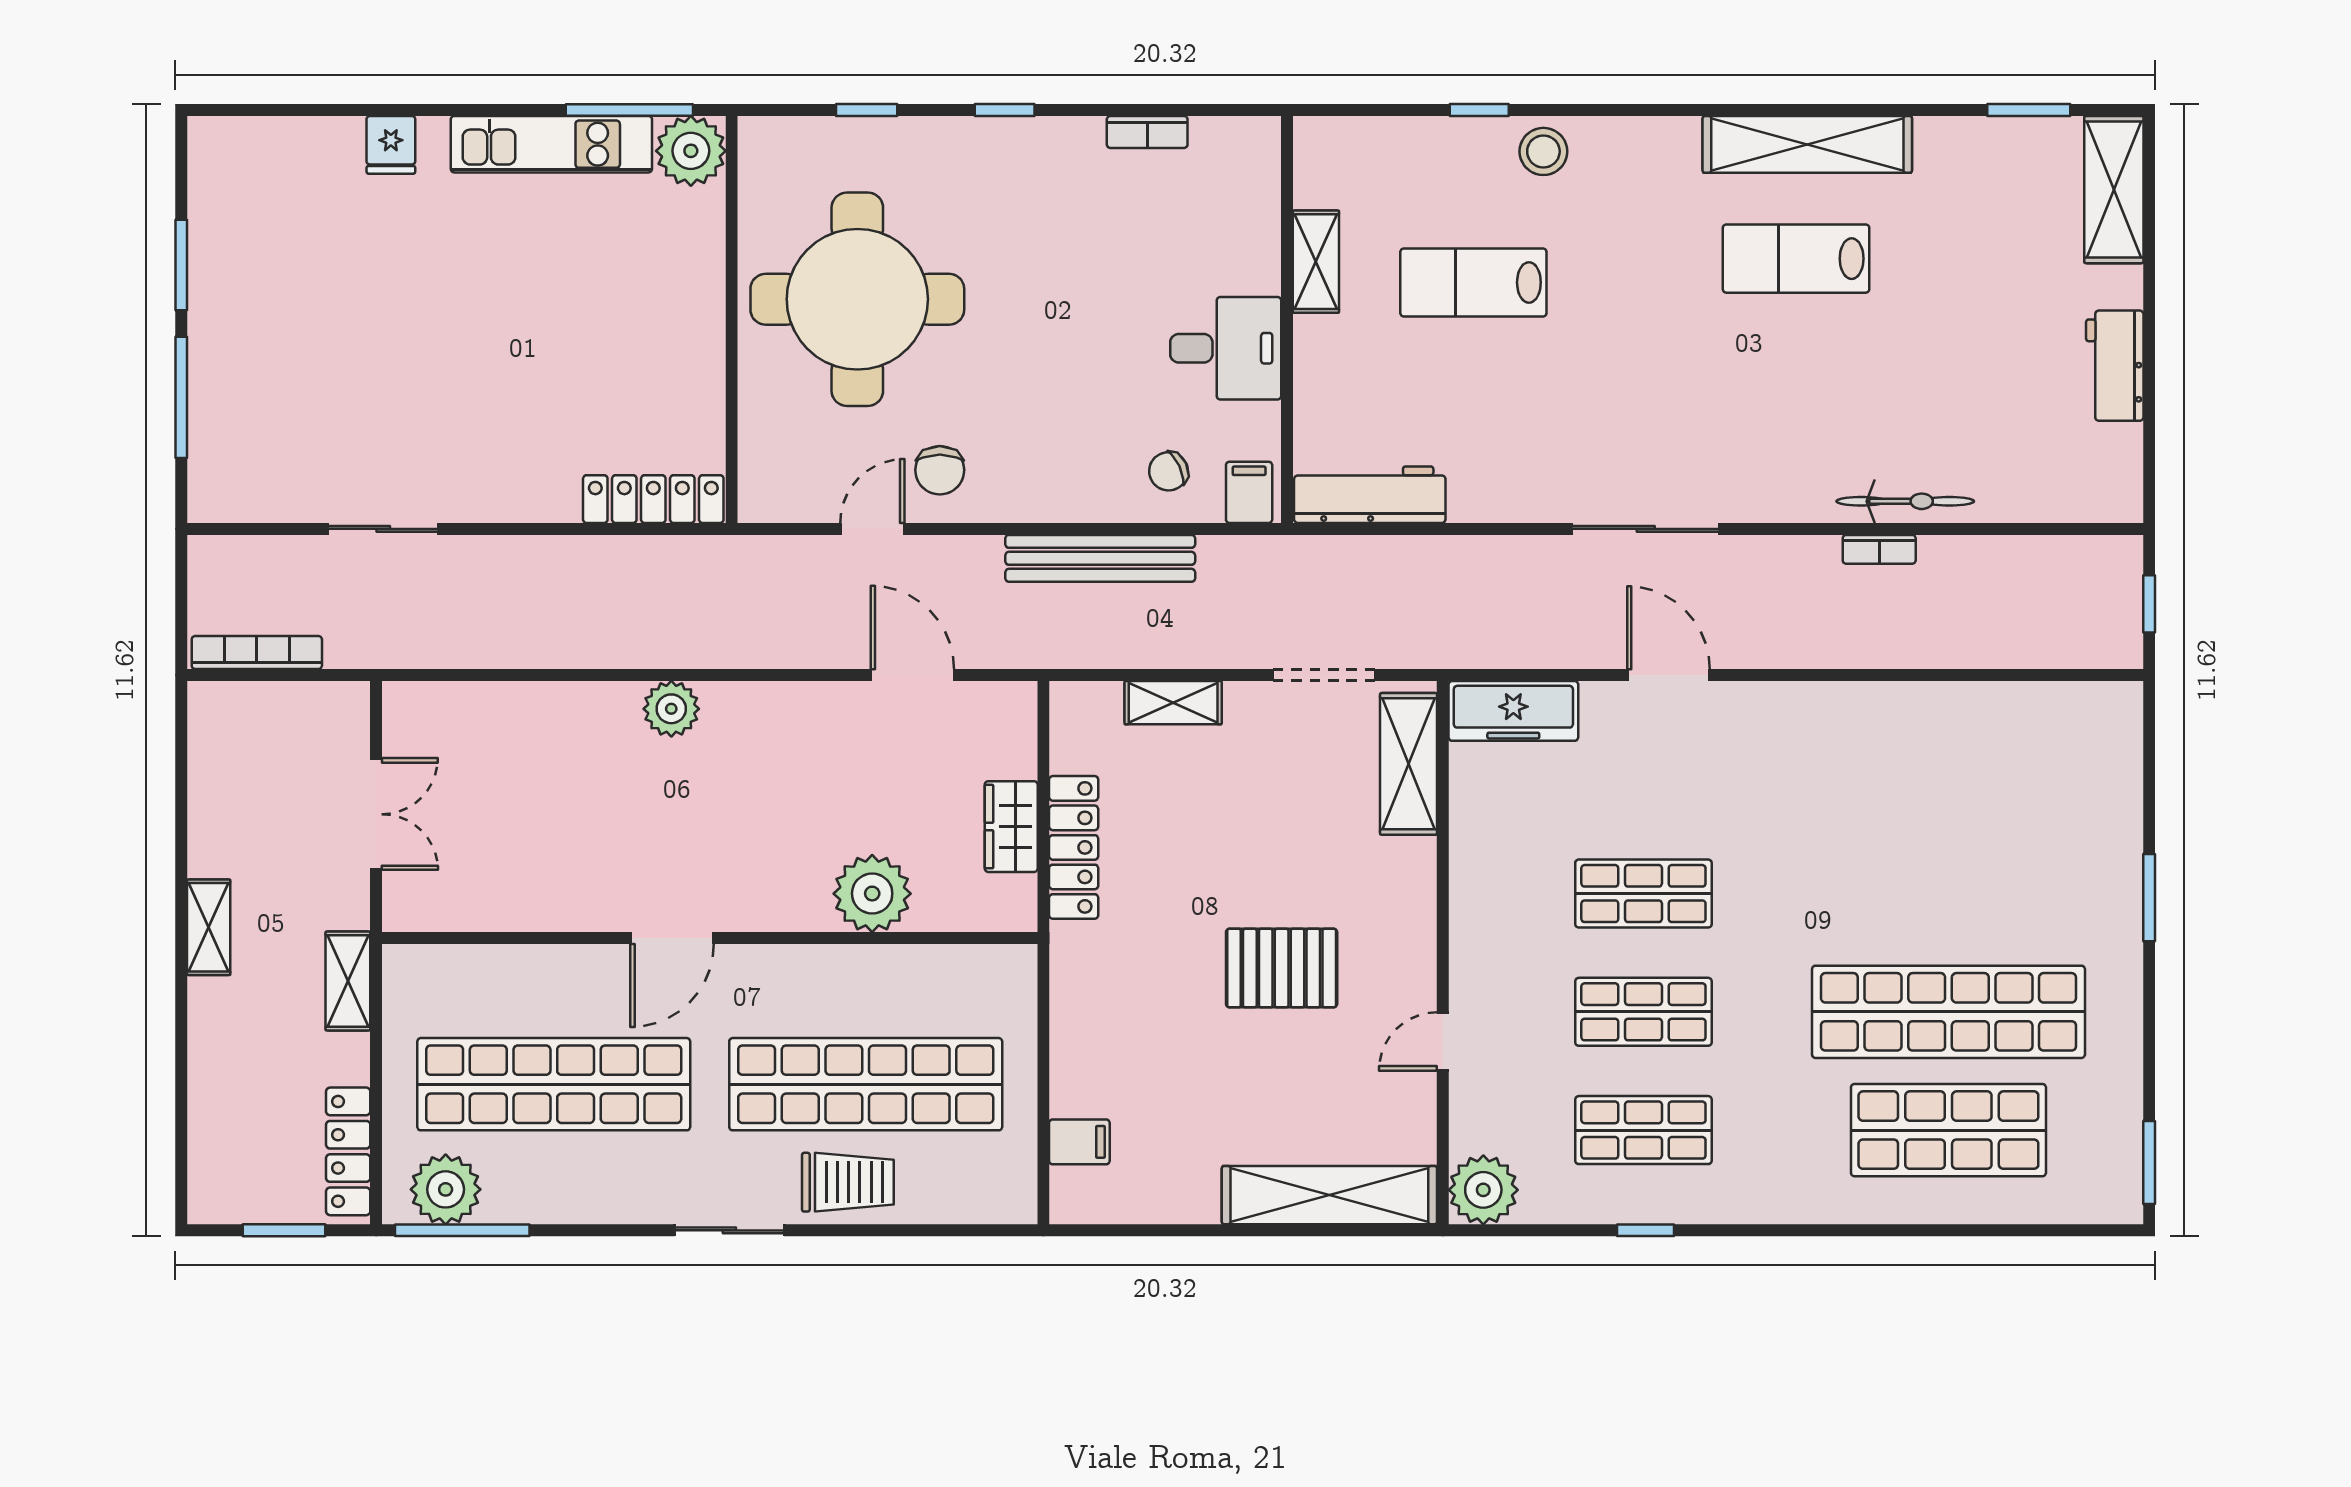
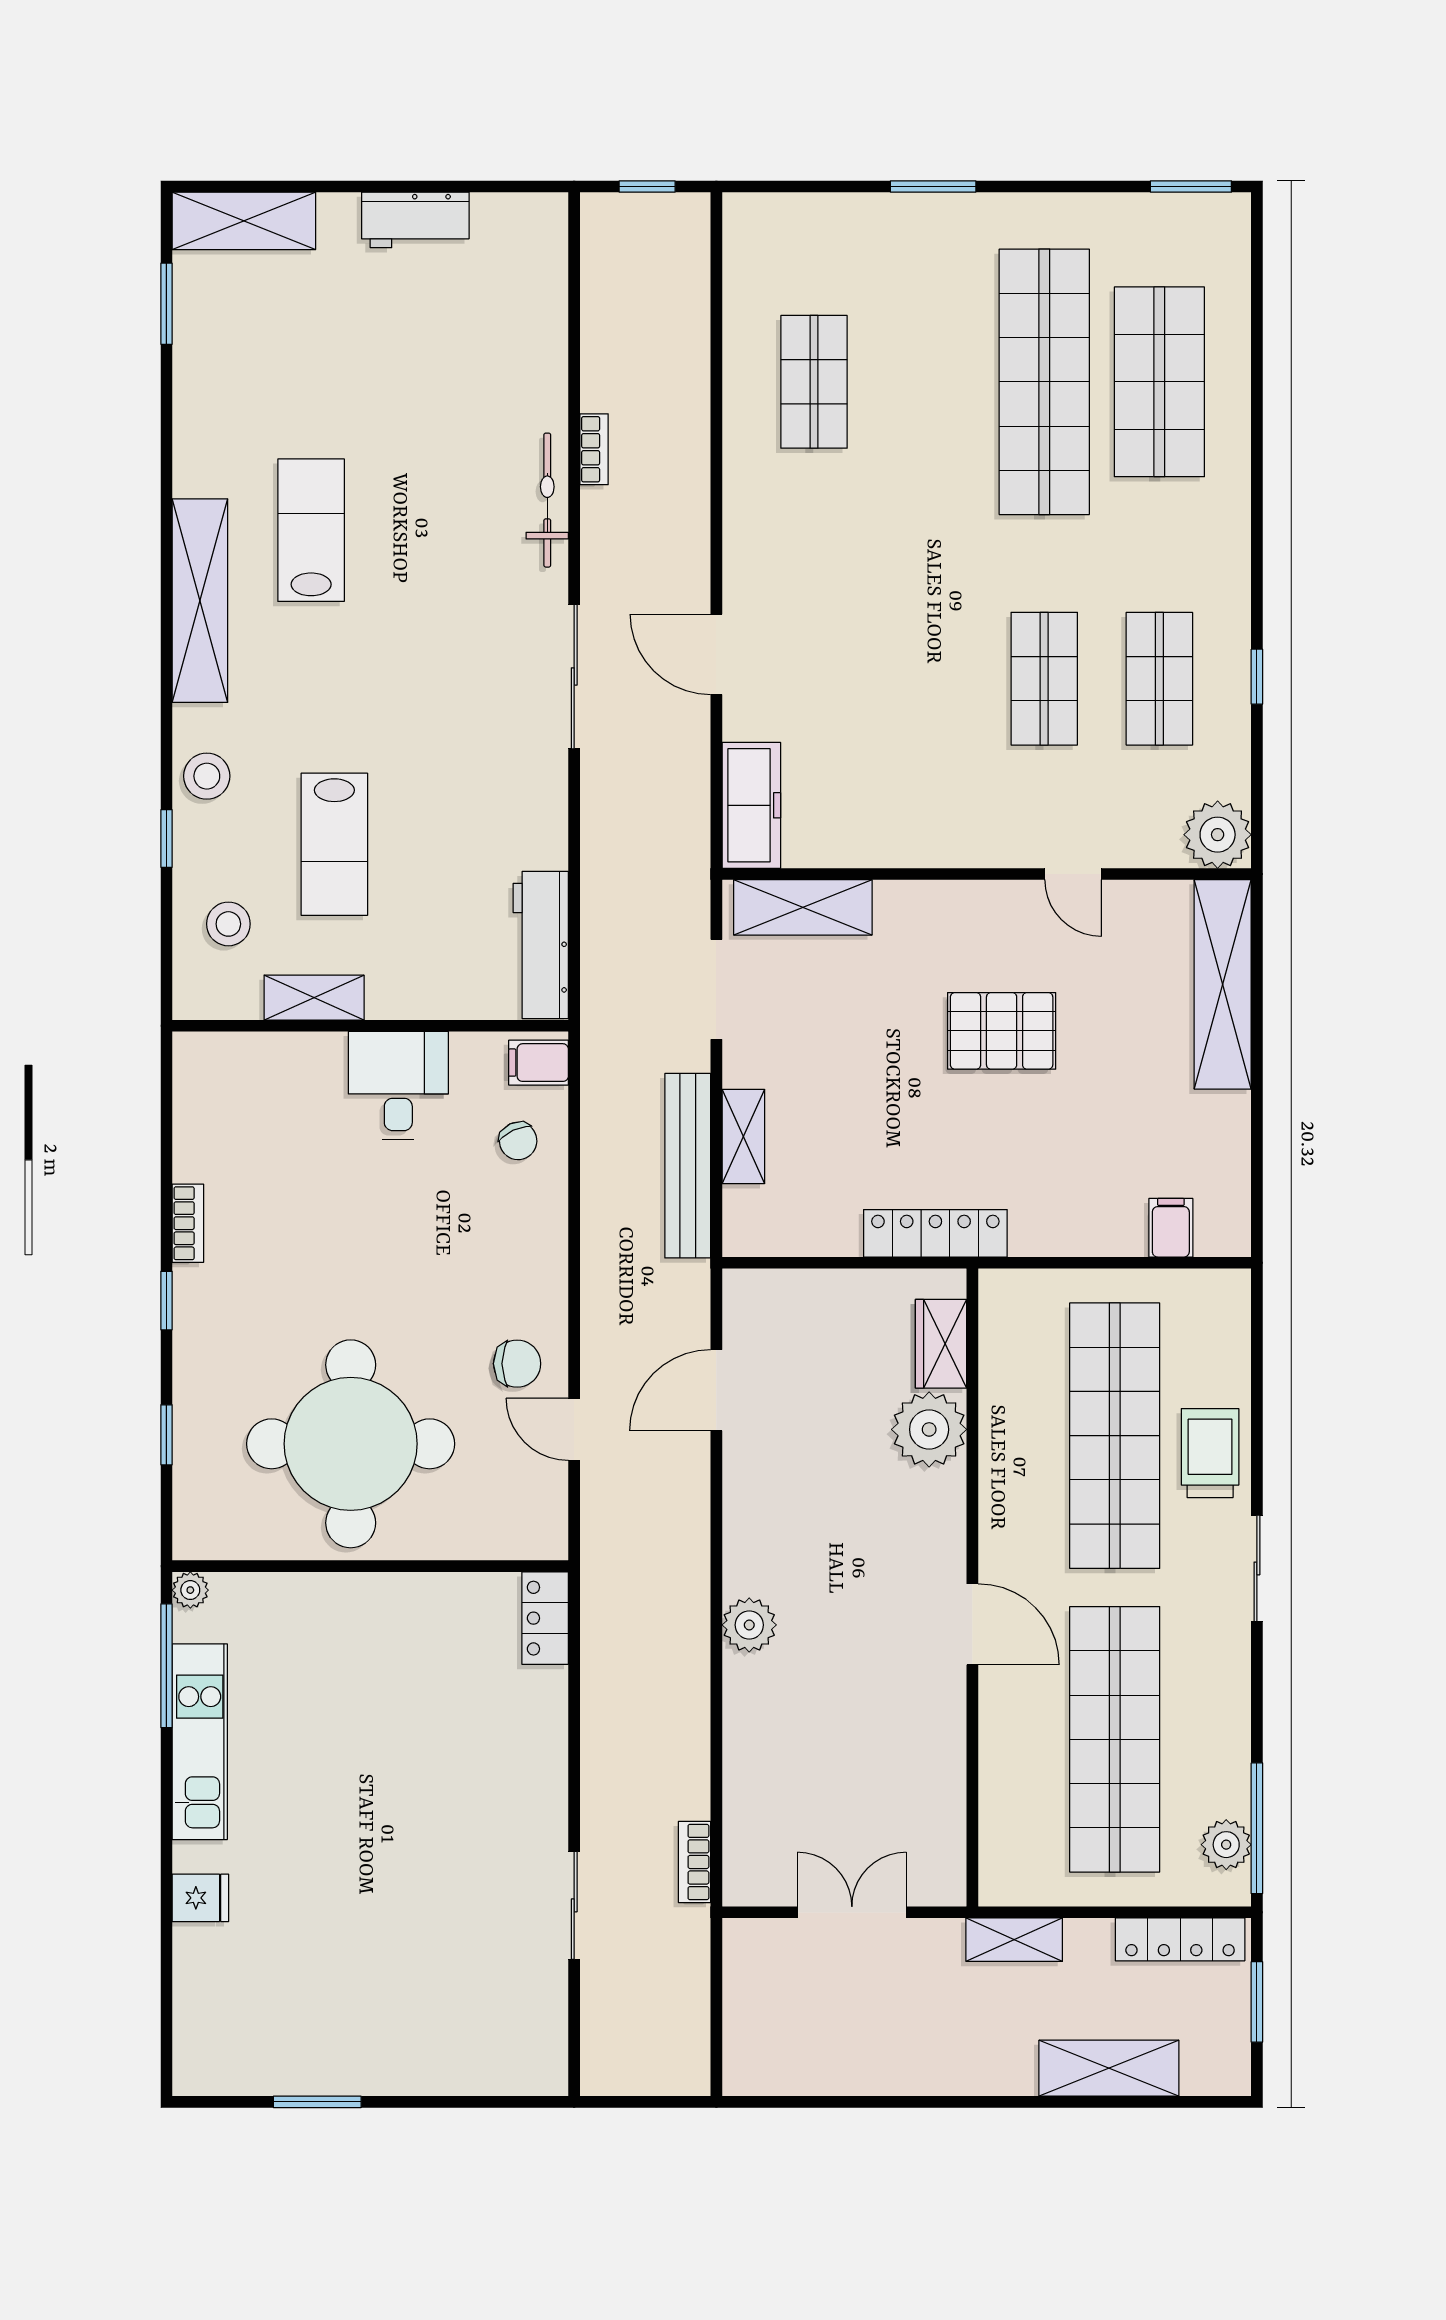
bookcase: (1147, 132) -> (188, 1223), moved
shelving: (1807, 144) -> (200, 601), moved
plant: (691, 151) -> (190, 1590), width x0.53, depth x0.53
stool: (1391, 174) -> (228, 924), added
lab bench: (1796, 259) -> (311, 530), turned 180
window: (181, 397) -> (446, 2102), removed
locker: (653, 499) -> (545, 1618), width x0.66
bicycle: (1905, 501) -> (547, 500), moved
bench: (1100, 558) -> (688, 1166), moved
bookcase: (257, 653) -> (695, 1862), moved, width x0.64
door: (1668, 675) -> (716, 654), hinge flipped
wardrobe: (1011, 827) -> (941, 1344), moved, turned 90
locker: (1074, 847) -> (935, 1233), moved
shop shelf: (1643, 894) -> (814, 382), moved
shelving: (209, 927) -> (1109, 2068), moved, width x1.50, depth x1.33
pallet: (1282, 968) -> (1002, 1031), turned 90
plant: (446, 1189) -> (1226, 1845), width x0.73, depth x0.73

